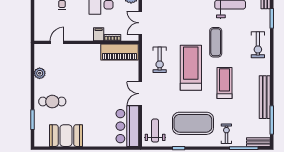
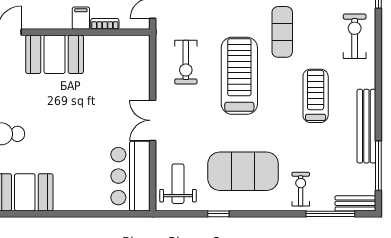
exercise bike: (258, 45) -> (355, 36), turned 180
piano: (120, 52) -> (117, 49), removed
booth: (83, 55) -> (55, 54), added
treadmill: (224, 83) -> (316, 96), moved

